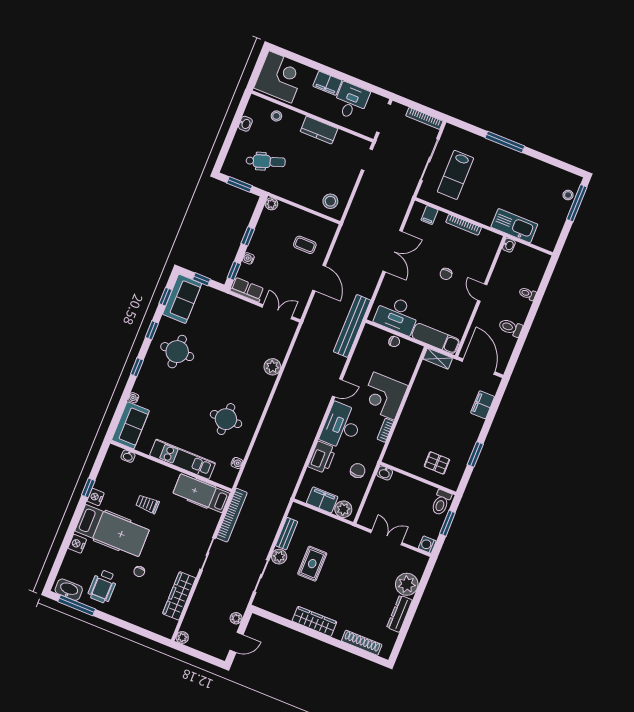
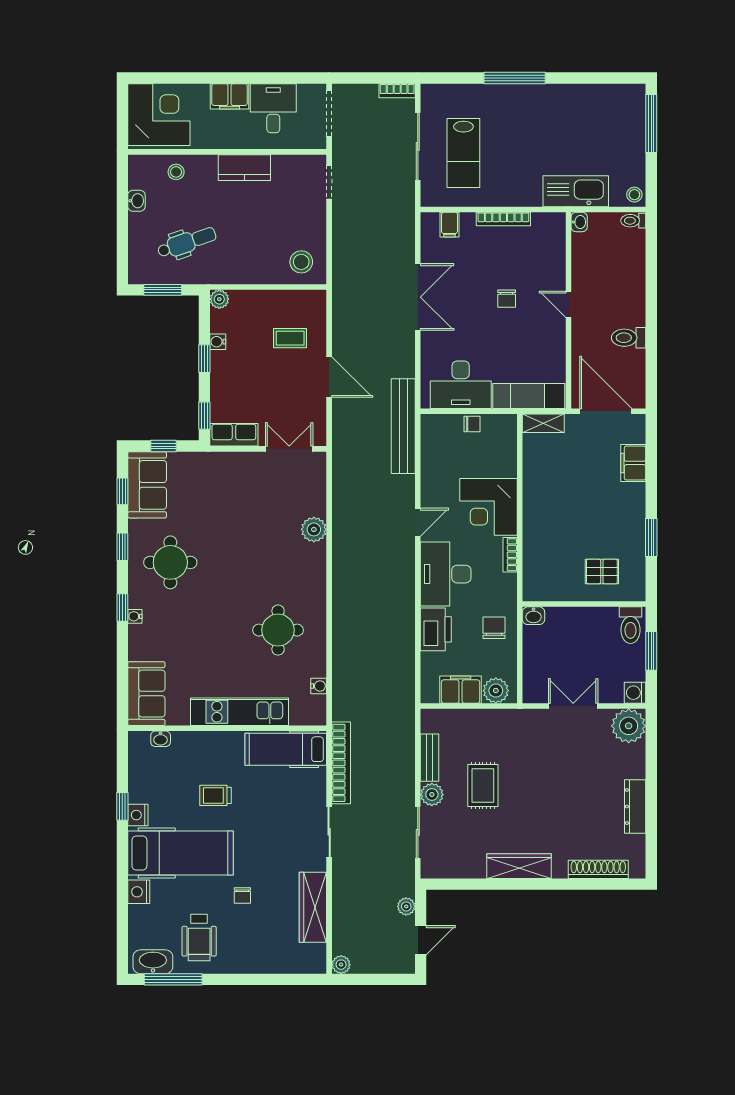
bookcase: (424, 118) -> (397, 91), width x0.64
stool: (568, 195) -> (634, 195), moved
water cooler: (248, 258) -> (218, 342), moved
toilet: (527, 294) -> (633, 221), moved
water cooler: (134, 398) -> (135, 616), moved
plant: (407, 584) -> (629, 726), moved

